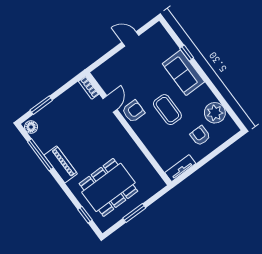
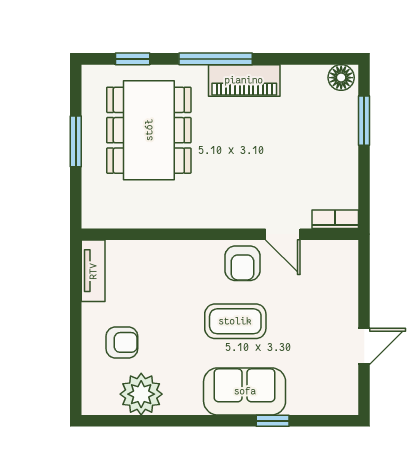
coffee table: (167, 110) -> (235, 321), moved
window: (40, 155) -> (216, 59), moved

